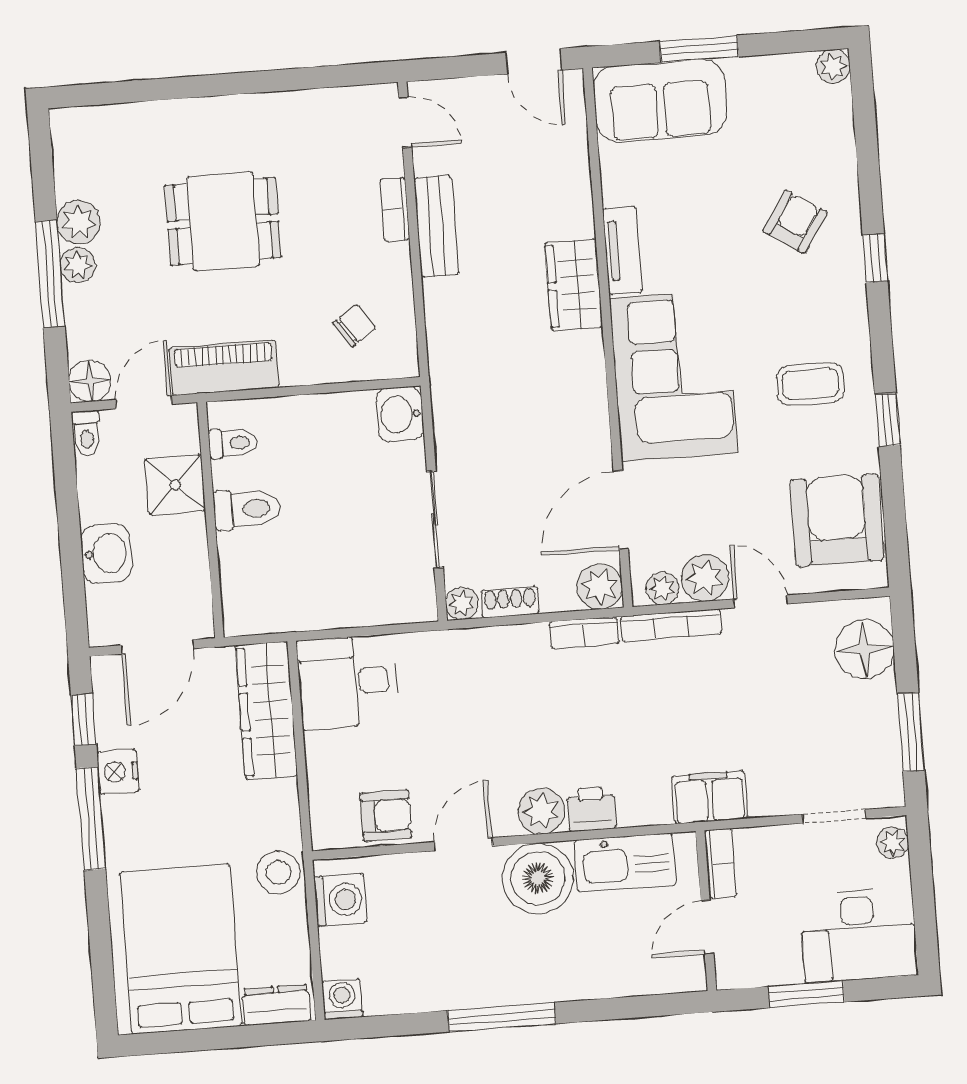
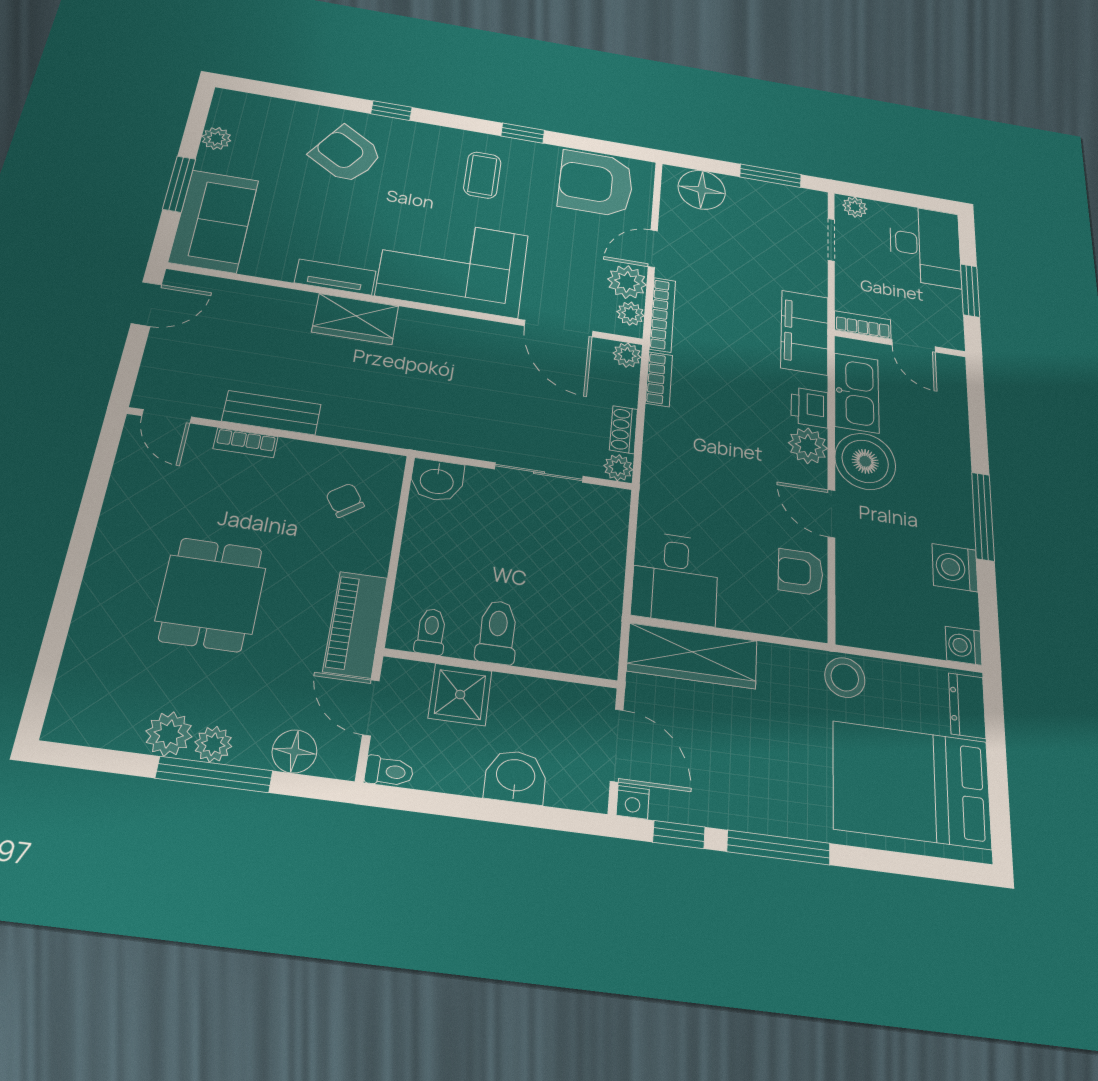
plant: (833, 66) -> (216, 138), moved
door: (405, 122) -> (167, 416), swing flipped
armchair: (795, 222) -> (346, 154), width x1.38, depth x1.38
floor lamp: (90, 381) -> (294, 751), moved
plant: (600, 587) -> (627, 355), width x0.73, depth x0.73
nightstand: (118, 772) -> (633, 802), moved, width x0.72, depth x0.74
filing cabinet: (710, 797) -> (805, 332), width x1.50, depth x1.17
armchair: (386, 816) -> (800, 572), turned -90
washing machine: (340, 900) -> (955, 568), moved, turned -90

